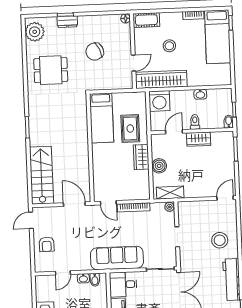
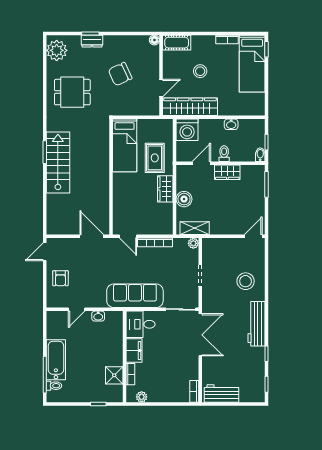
stairs: (42, 175) -> (58, 162), moved
bidet: (95, 280) -> (110, 318), removed

